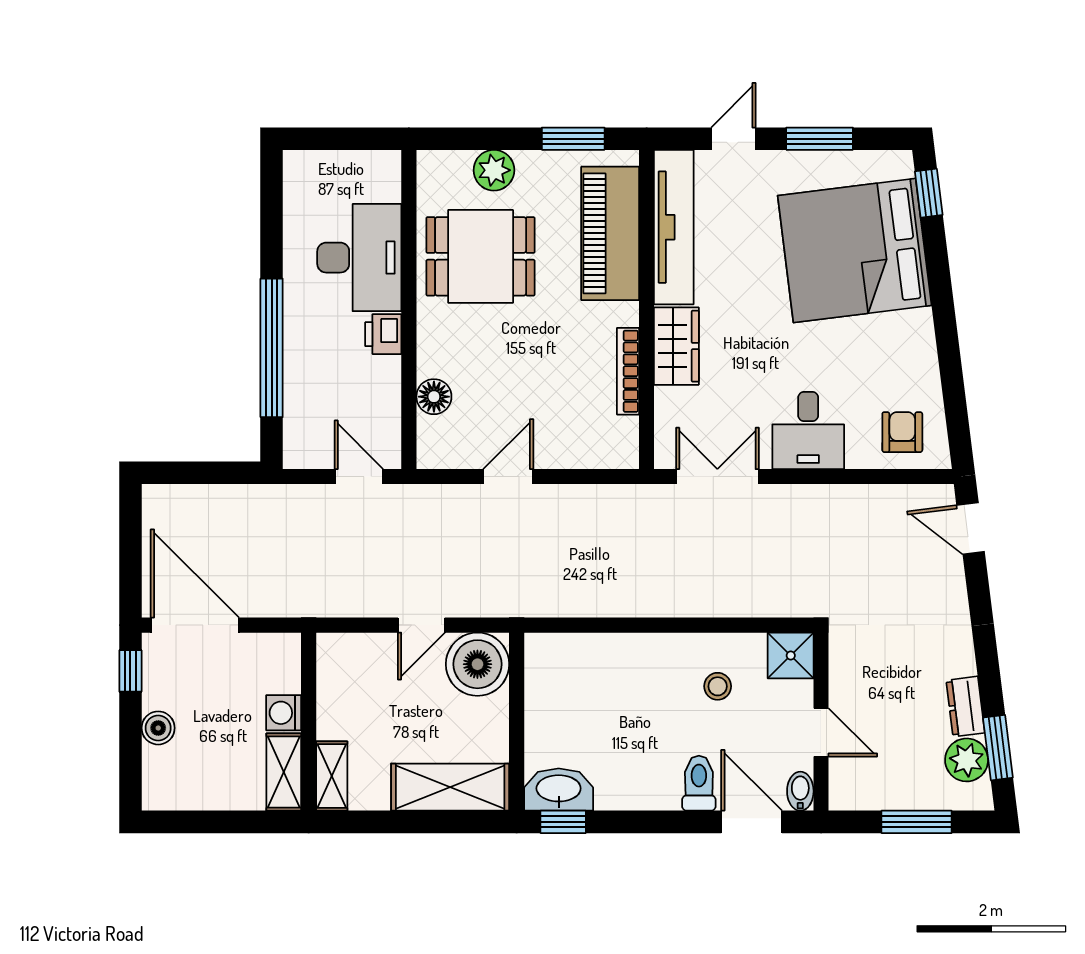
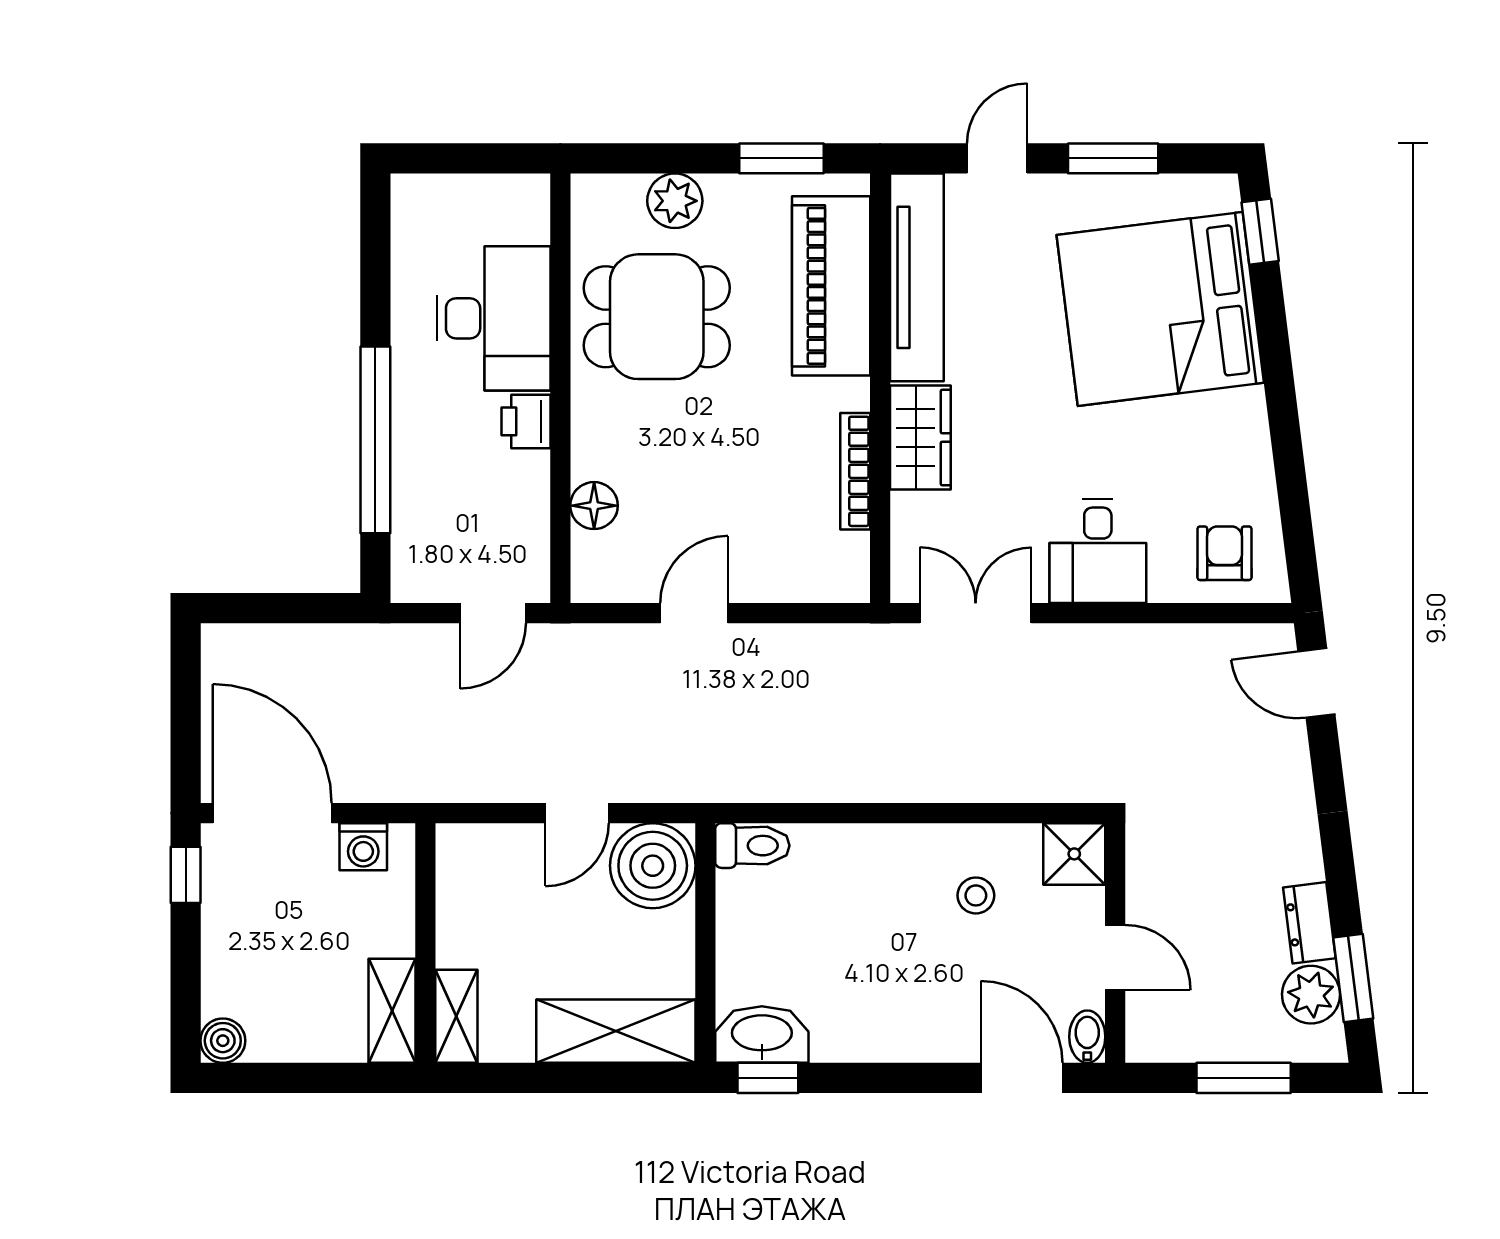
door: (359, 477) -> (493, 613), swing flipped
washing machine: (284, 713) -> (363, 847), moved, turned -90
boiler: (158, 728) -> (223, 1041), moved
toilet: (699, 783) -> (752, 846), moved, turned 90

